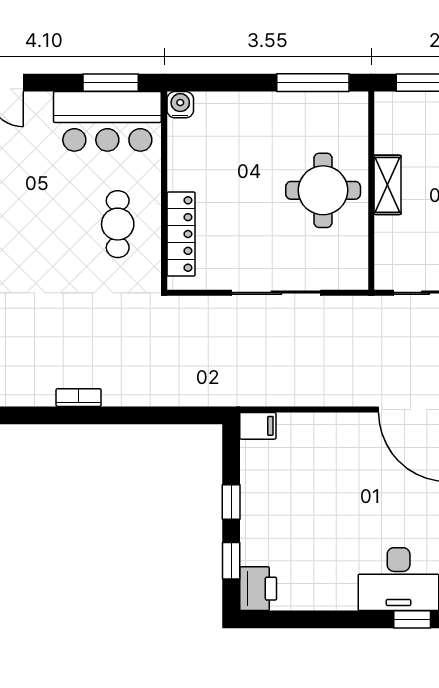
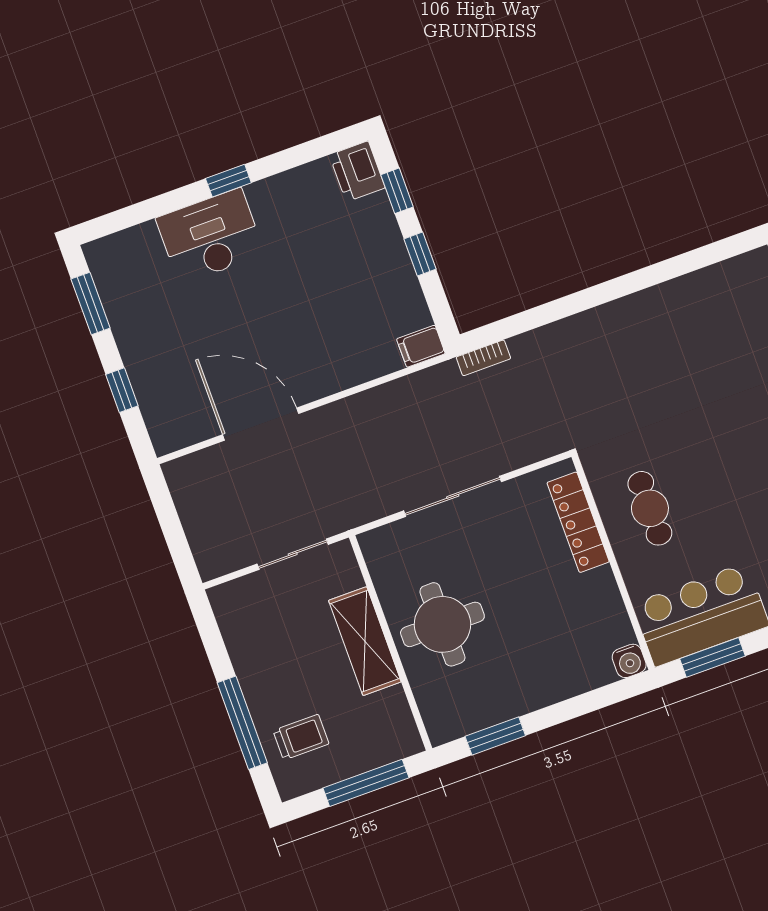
window: (313, 83) -> (495, 736), width x0.69
shelving: (387, 185) -> (365, 641), width x1.50, depth x1.33
bookcase: (79, 398) -> (483, 358), moved
window: (412, 619) -> (228, 181), moved

